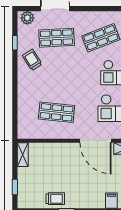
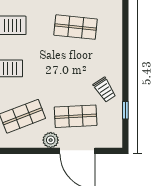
plant: (27, 18) -> (51, 140), moved

